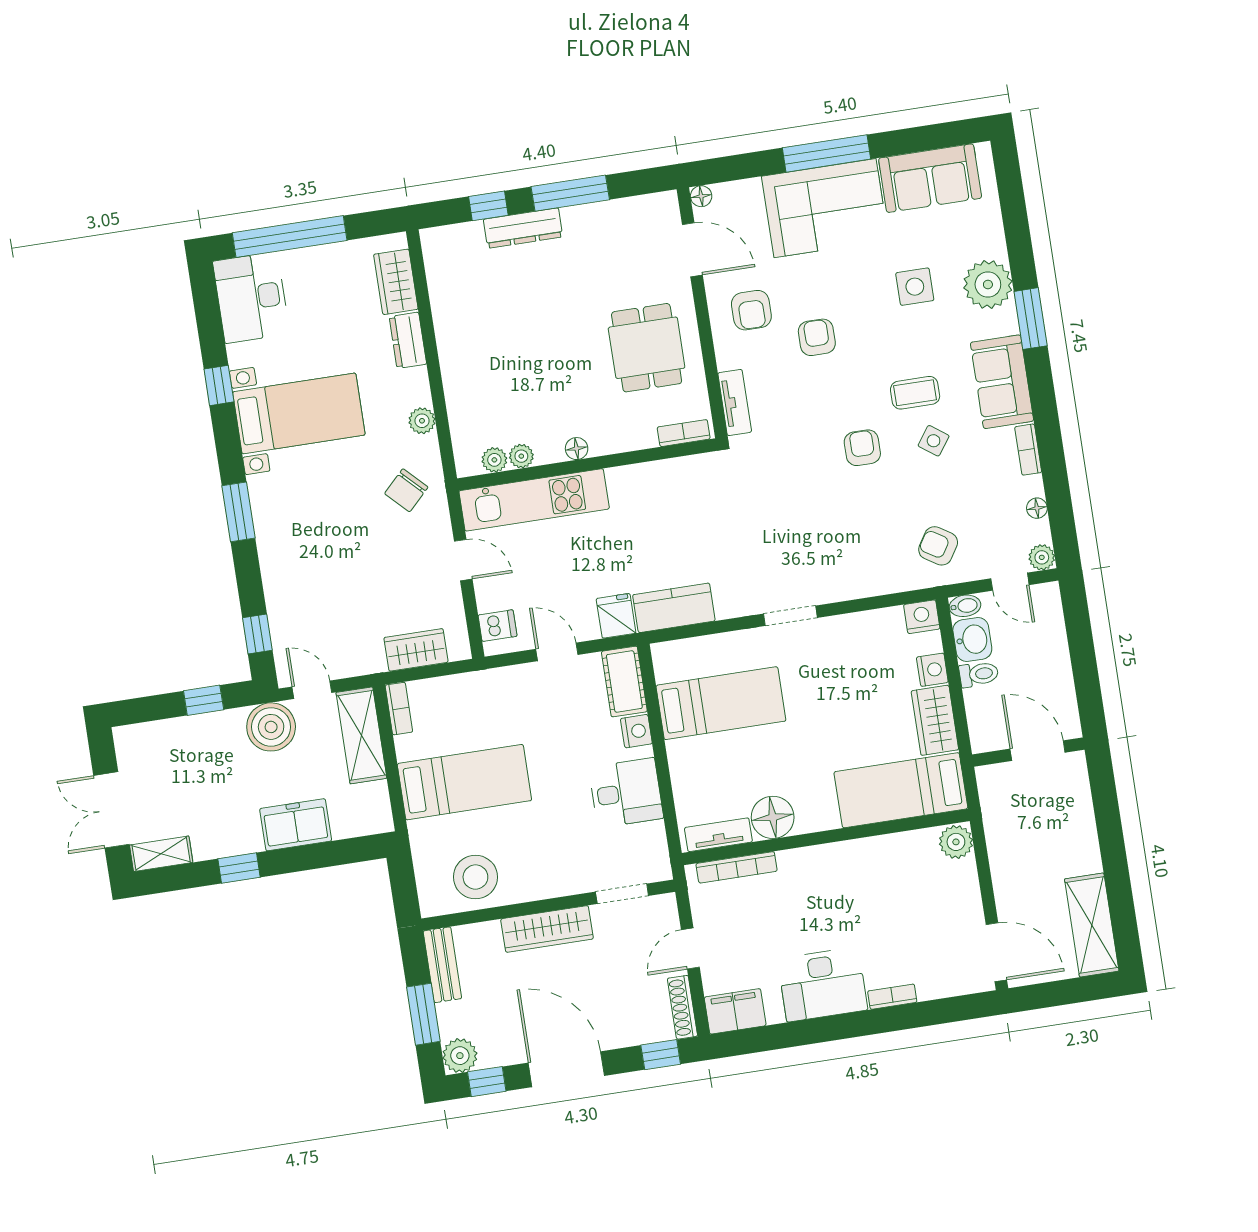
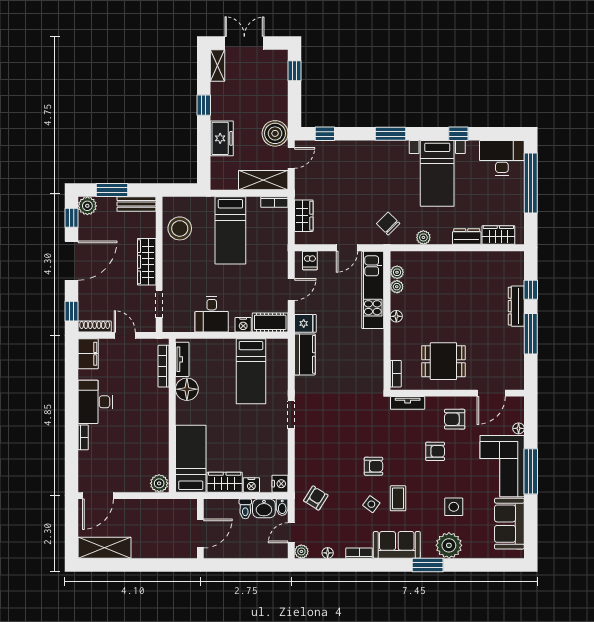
floor lamp: (701, 196) -> (519, 428), moved
window: (204, 700) -> (295, 71), moved

